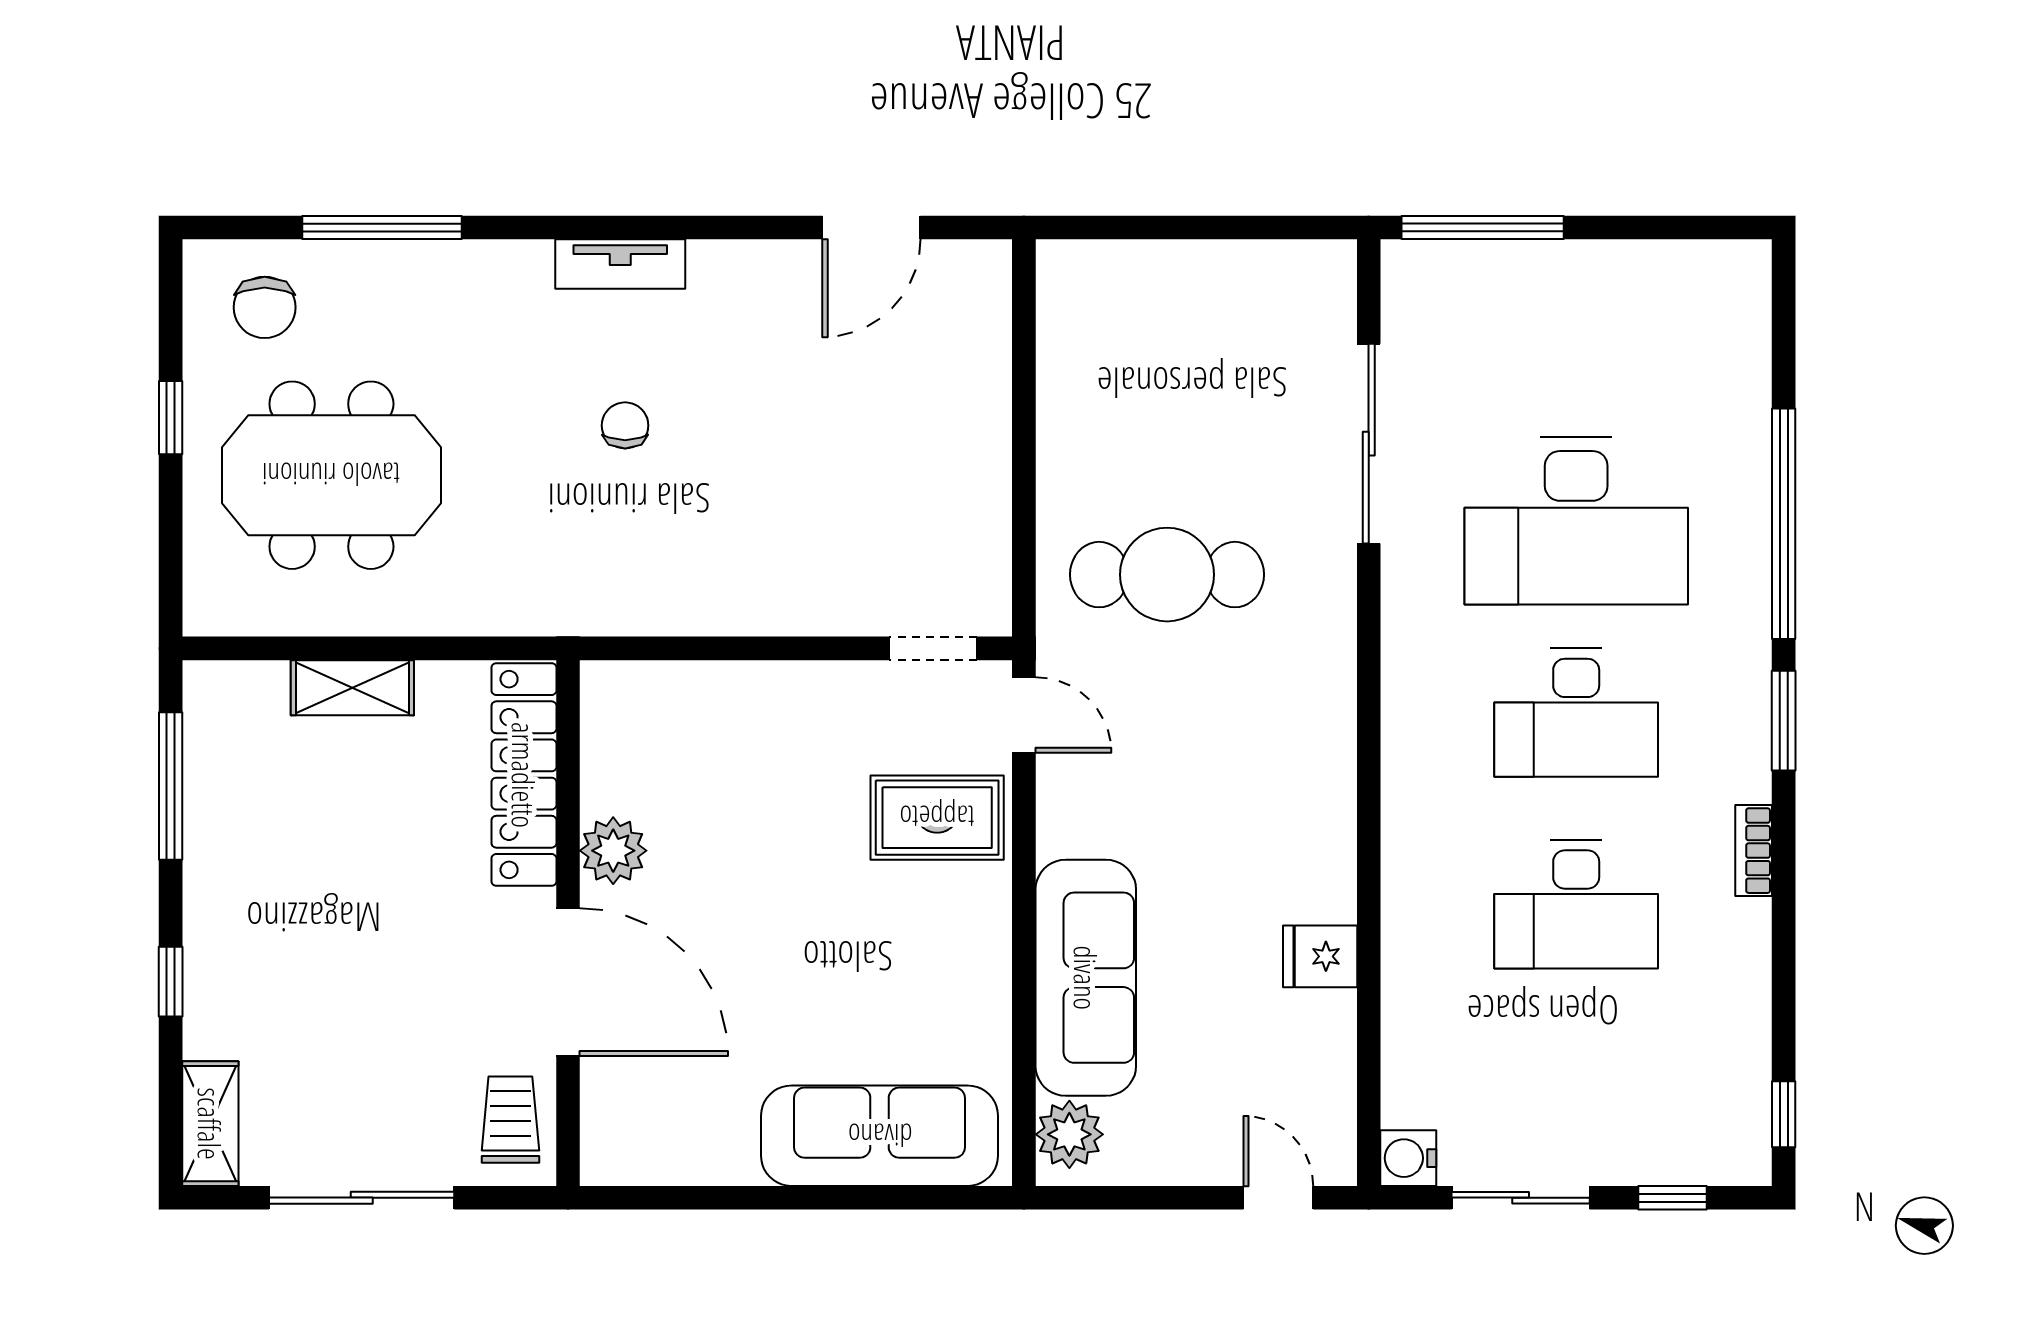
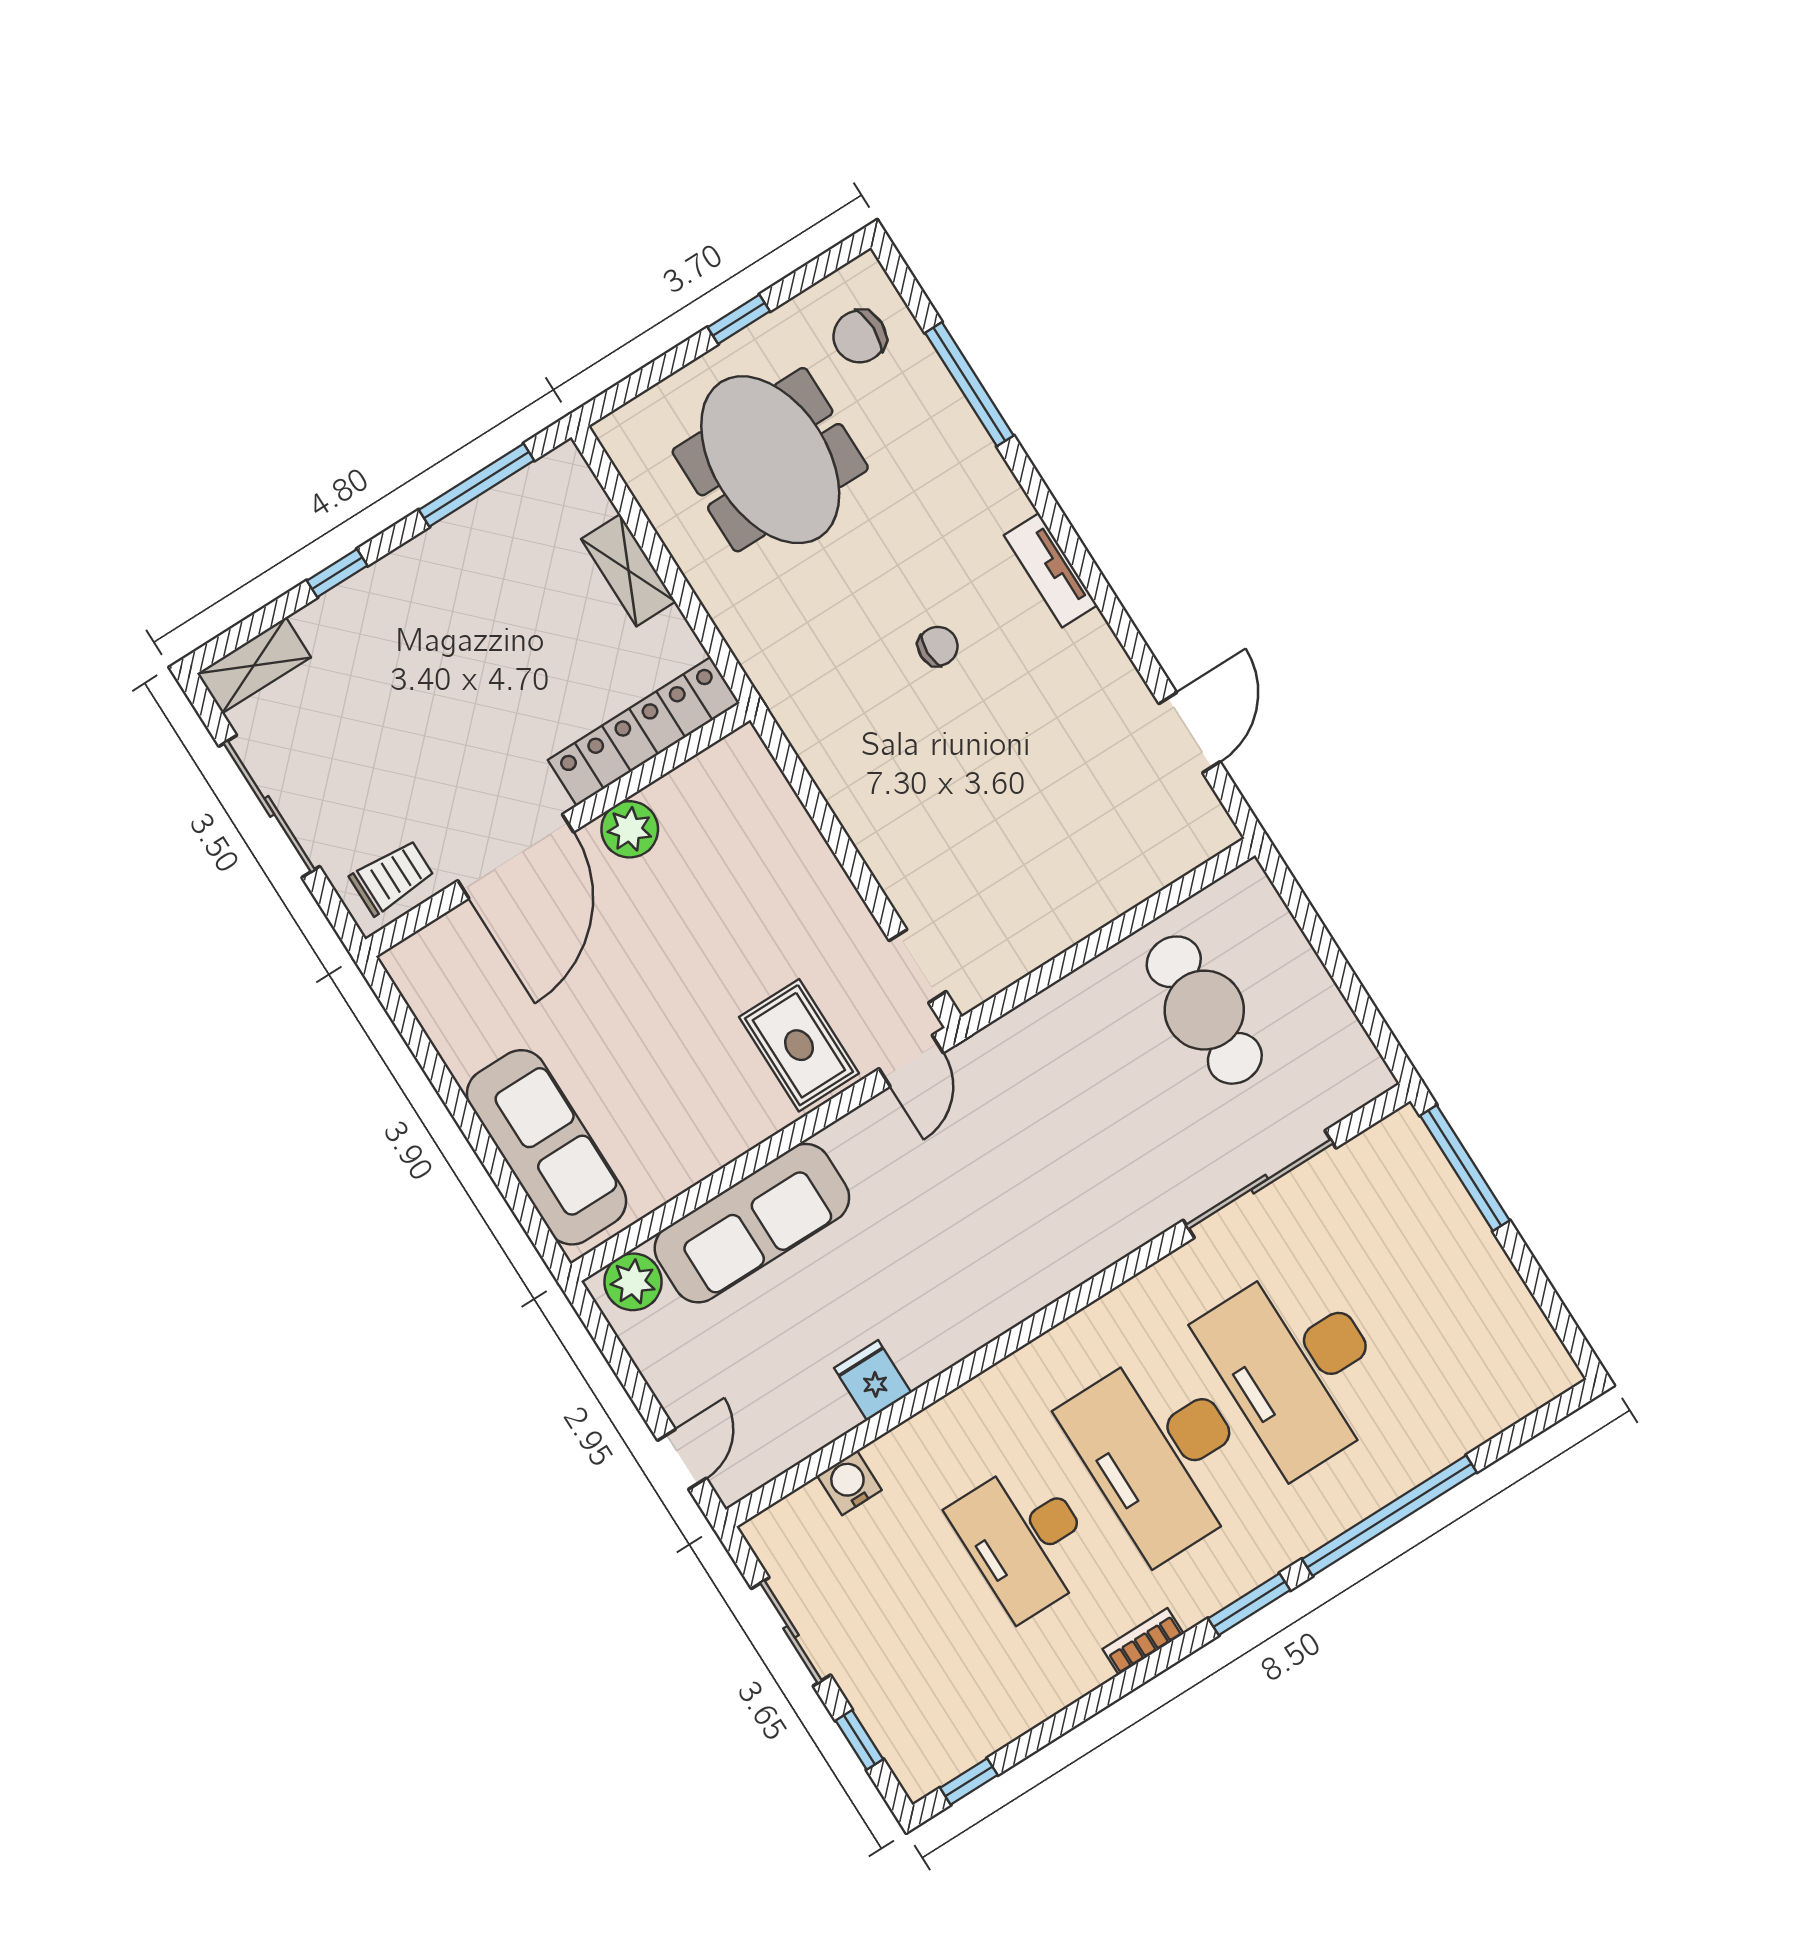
door: (871, 228) -> (1190, 733), swing flipped
cafe table: (1167, 575) -> (1204, 1010), moved
desk: (1576, 713) -> (1161, 1453), width x1.36, depth x1.30
water cooler: (1408, 1158) -> (849, 1483), moved

